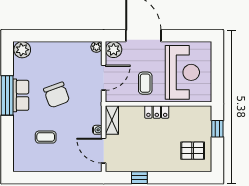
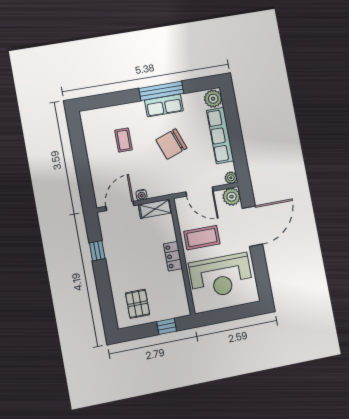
row of seats: (57, 50) -> (220, 136), added
coffee table: (145, 83) -> (202, 238), width x1.36, depth x1.30

